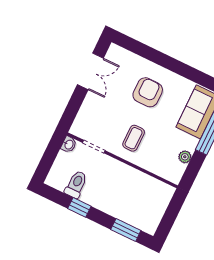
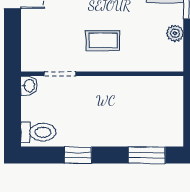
coffee table: (134, 138) -> (103, 41), turned 90
toilet: (76, 184) -> (38, 132), moved, turned 90

